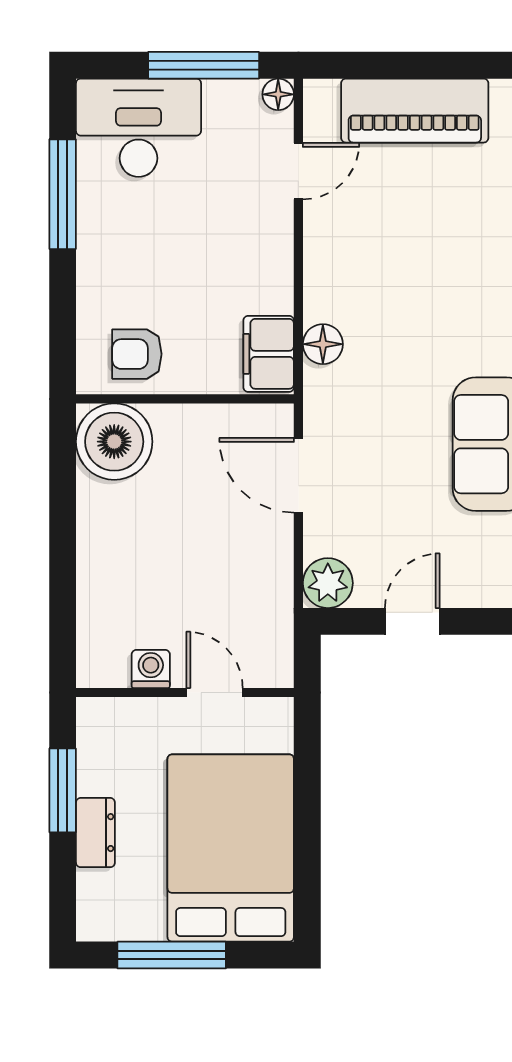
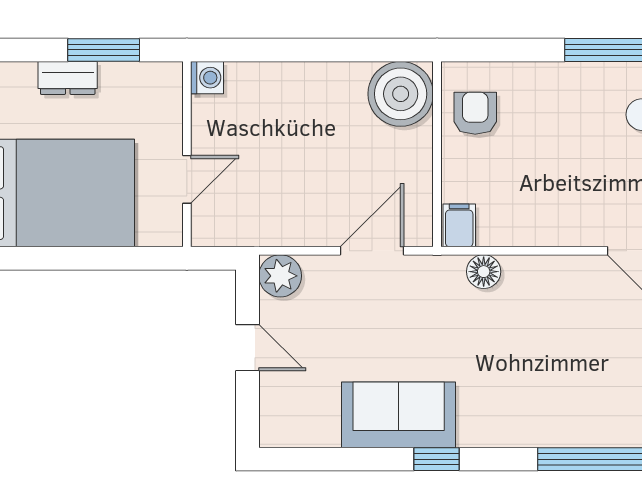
filing cabinet: (269, 354) -> (459, 225), width x0.50
washing machine: (151, 669) -> (207, 78), moved

